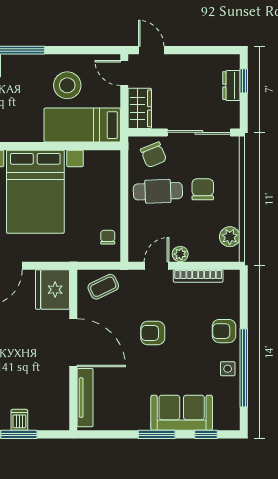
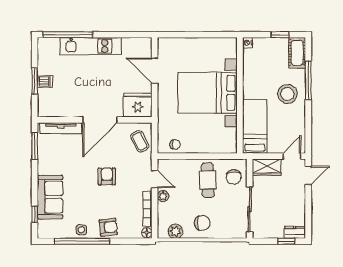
stool: (67, 85) -> (287, 94), moved
dresser: (231, 86) -> (295, 232), moved
chair: (153, 155) -> (234, 177), turned -68
chair: (203, 189) -> (202, 223), moved
floor lamp: (232, 277) -> (147, 233), added
armchair: (224, 331) -> (108, 227), turned 84
window: (157, 434) -> (35, 146), moved

